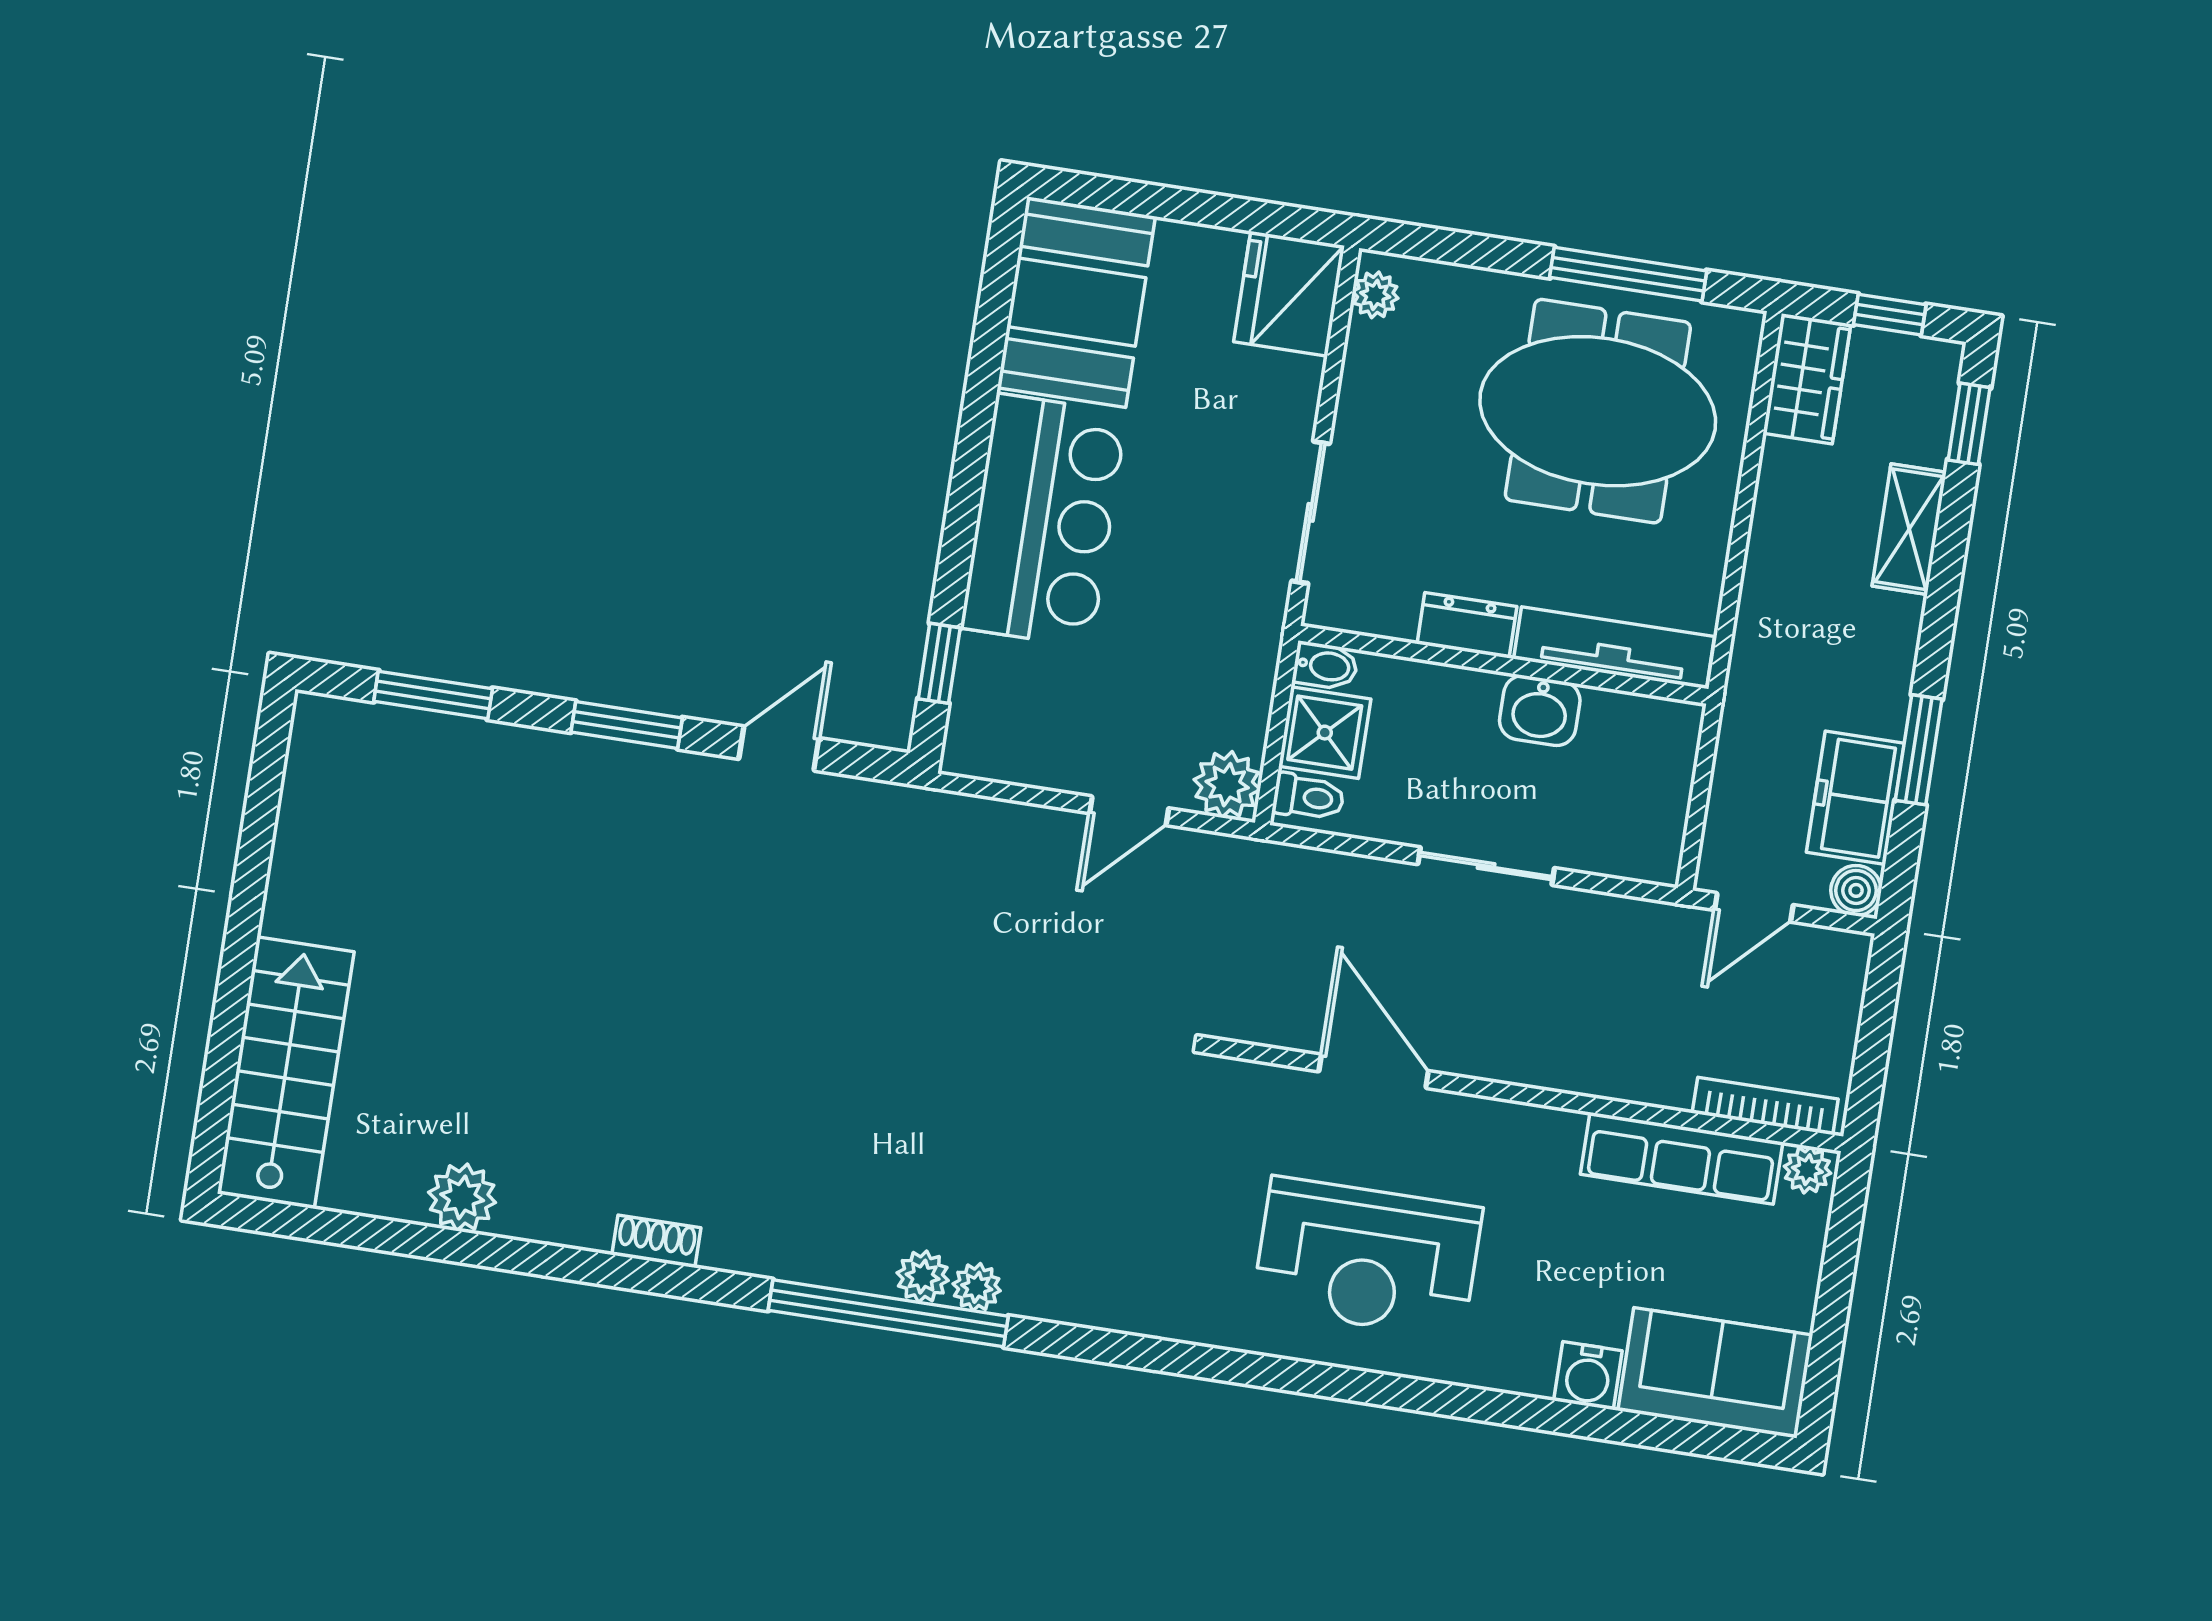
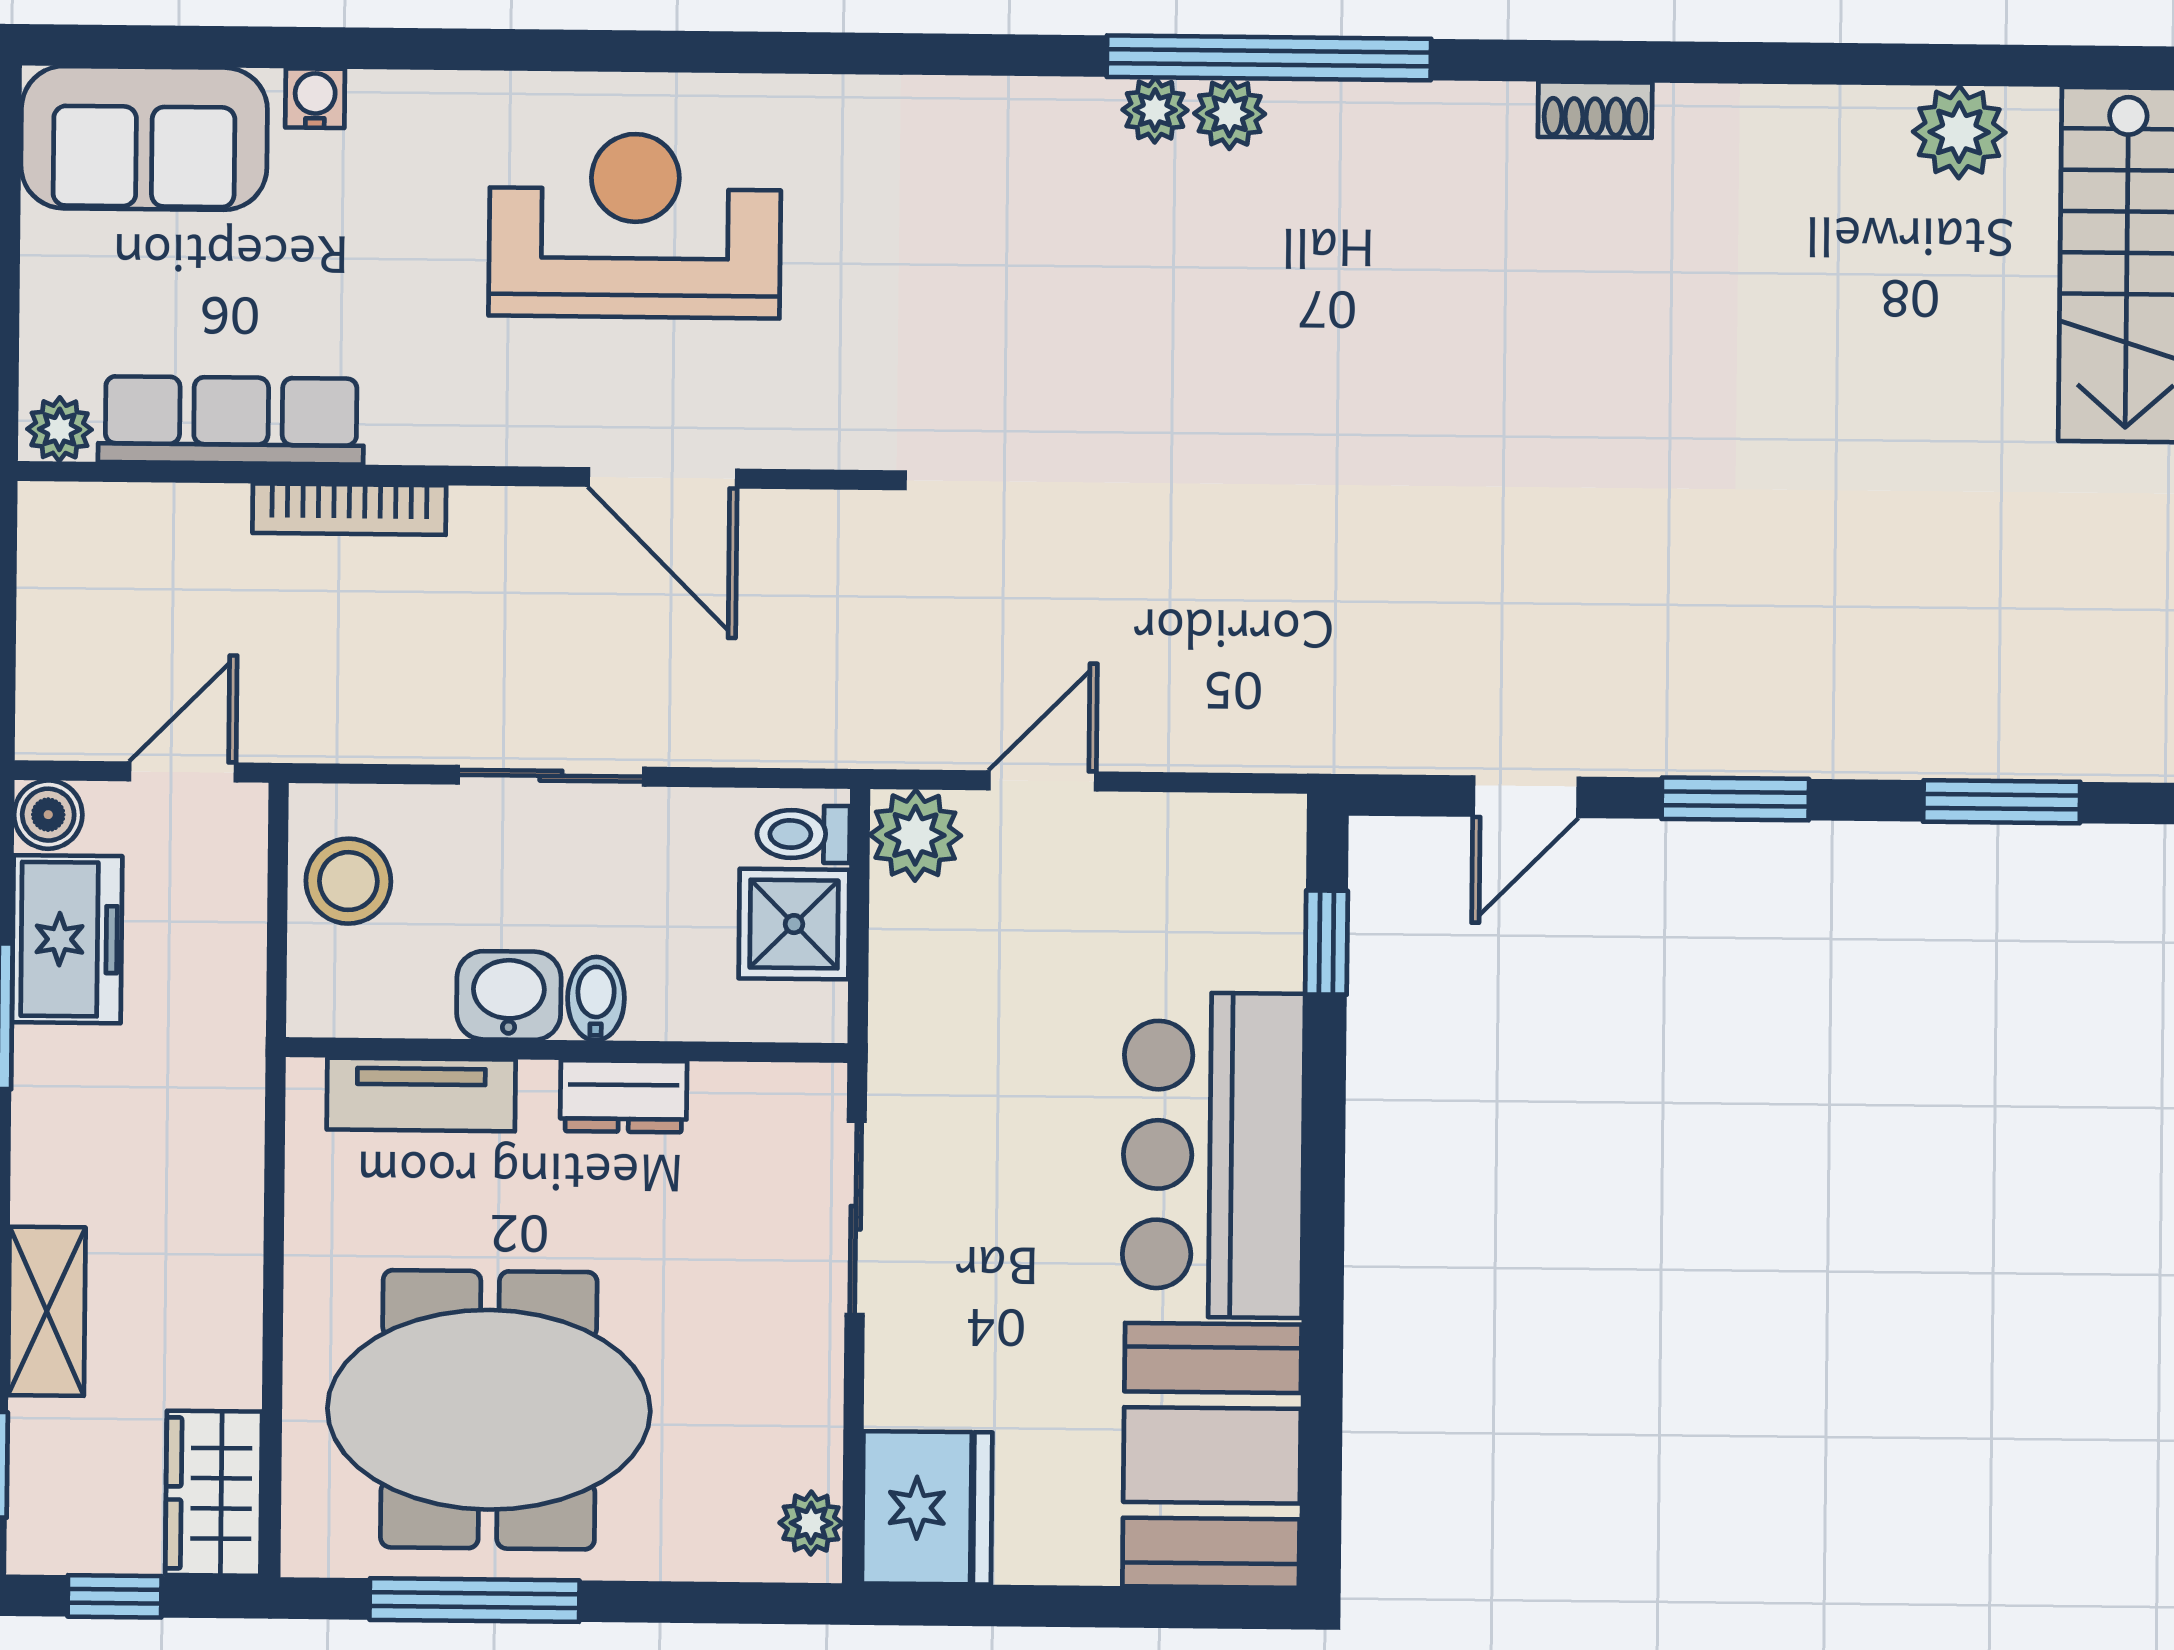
tv unit: (1614, 648) -> (421, 1094), width x0.71
bidet: (1325, 666) -> (596, 999), moved, turned 90
stool: (1645, 811) -> (348, 881), added
bookcase: (1765, 1106) -> (349, 509), moved
plant: (462, 1197) -> (1959, 132), moved
water cooler: (1588, 1376) -> (315, 98), width x0.72, depth x0.72

